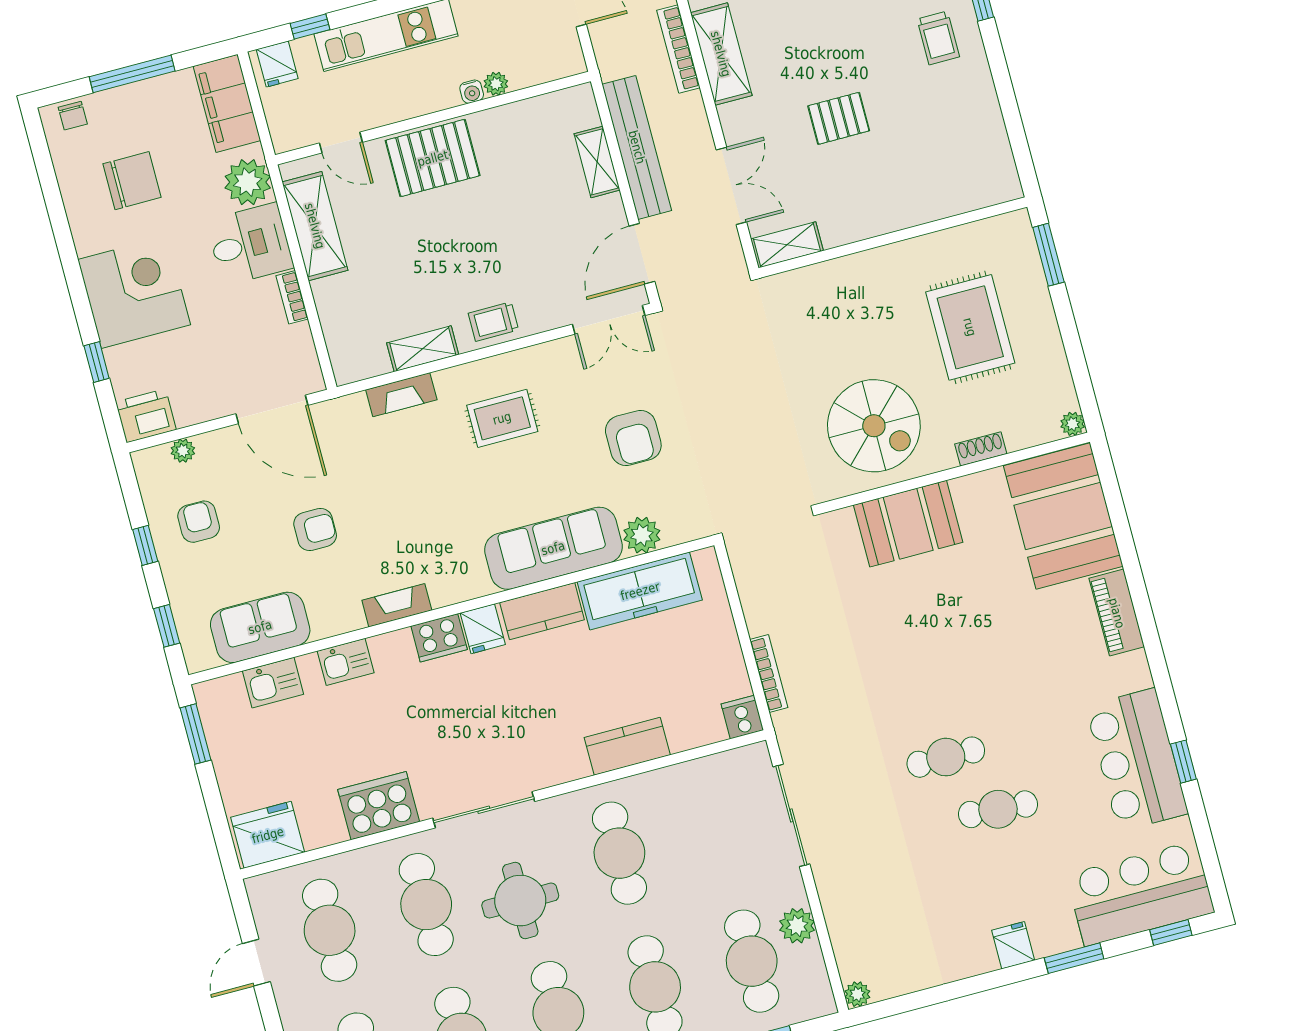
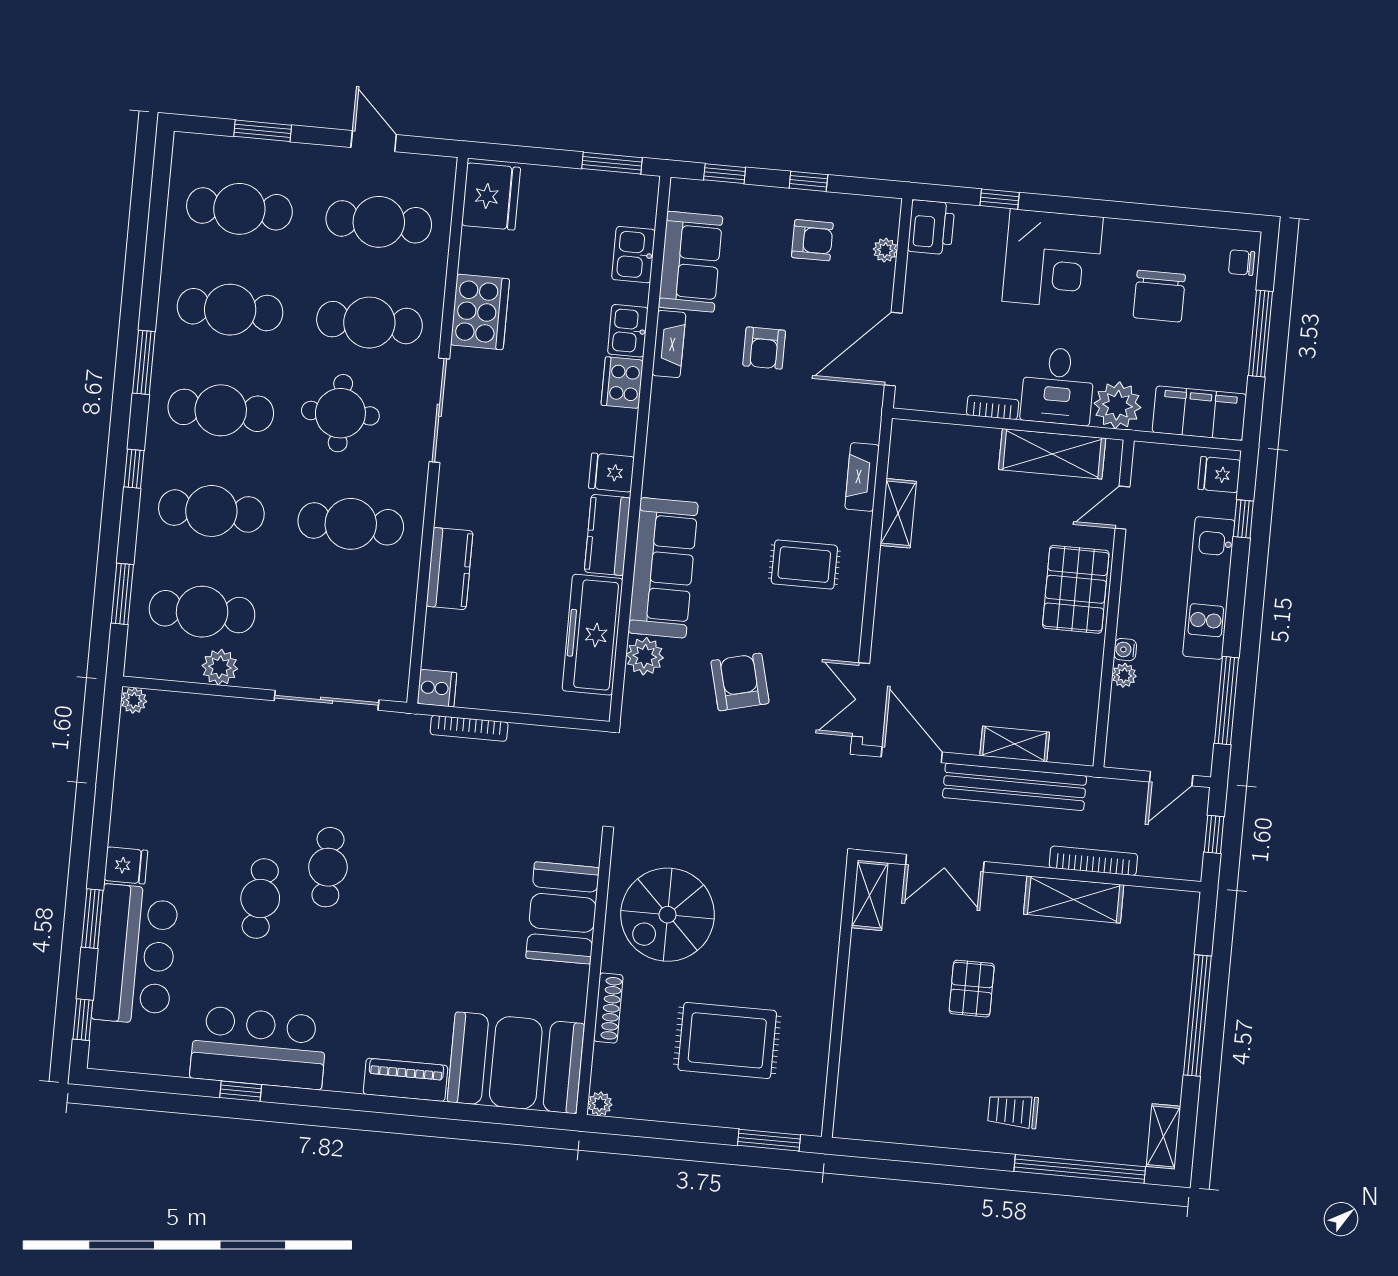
trolley: (493, 322) -> (899, 590), removed
rug: (502, 418) -> (804, 565), turned 90
armchair: (633, 438) -> (740, 682), turned 76
shoe rack: (981, 449) -> (608, 1008), width x1.43
fireplace: (397, 605) -> (669, 344), moved
cooker: (439, 638) -> (622, 383), moved
bar counter: (1140, 893) -> (135, 955), moved

